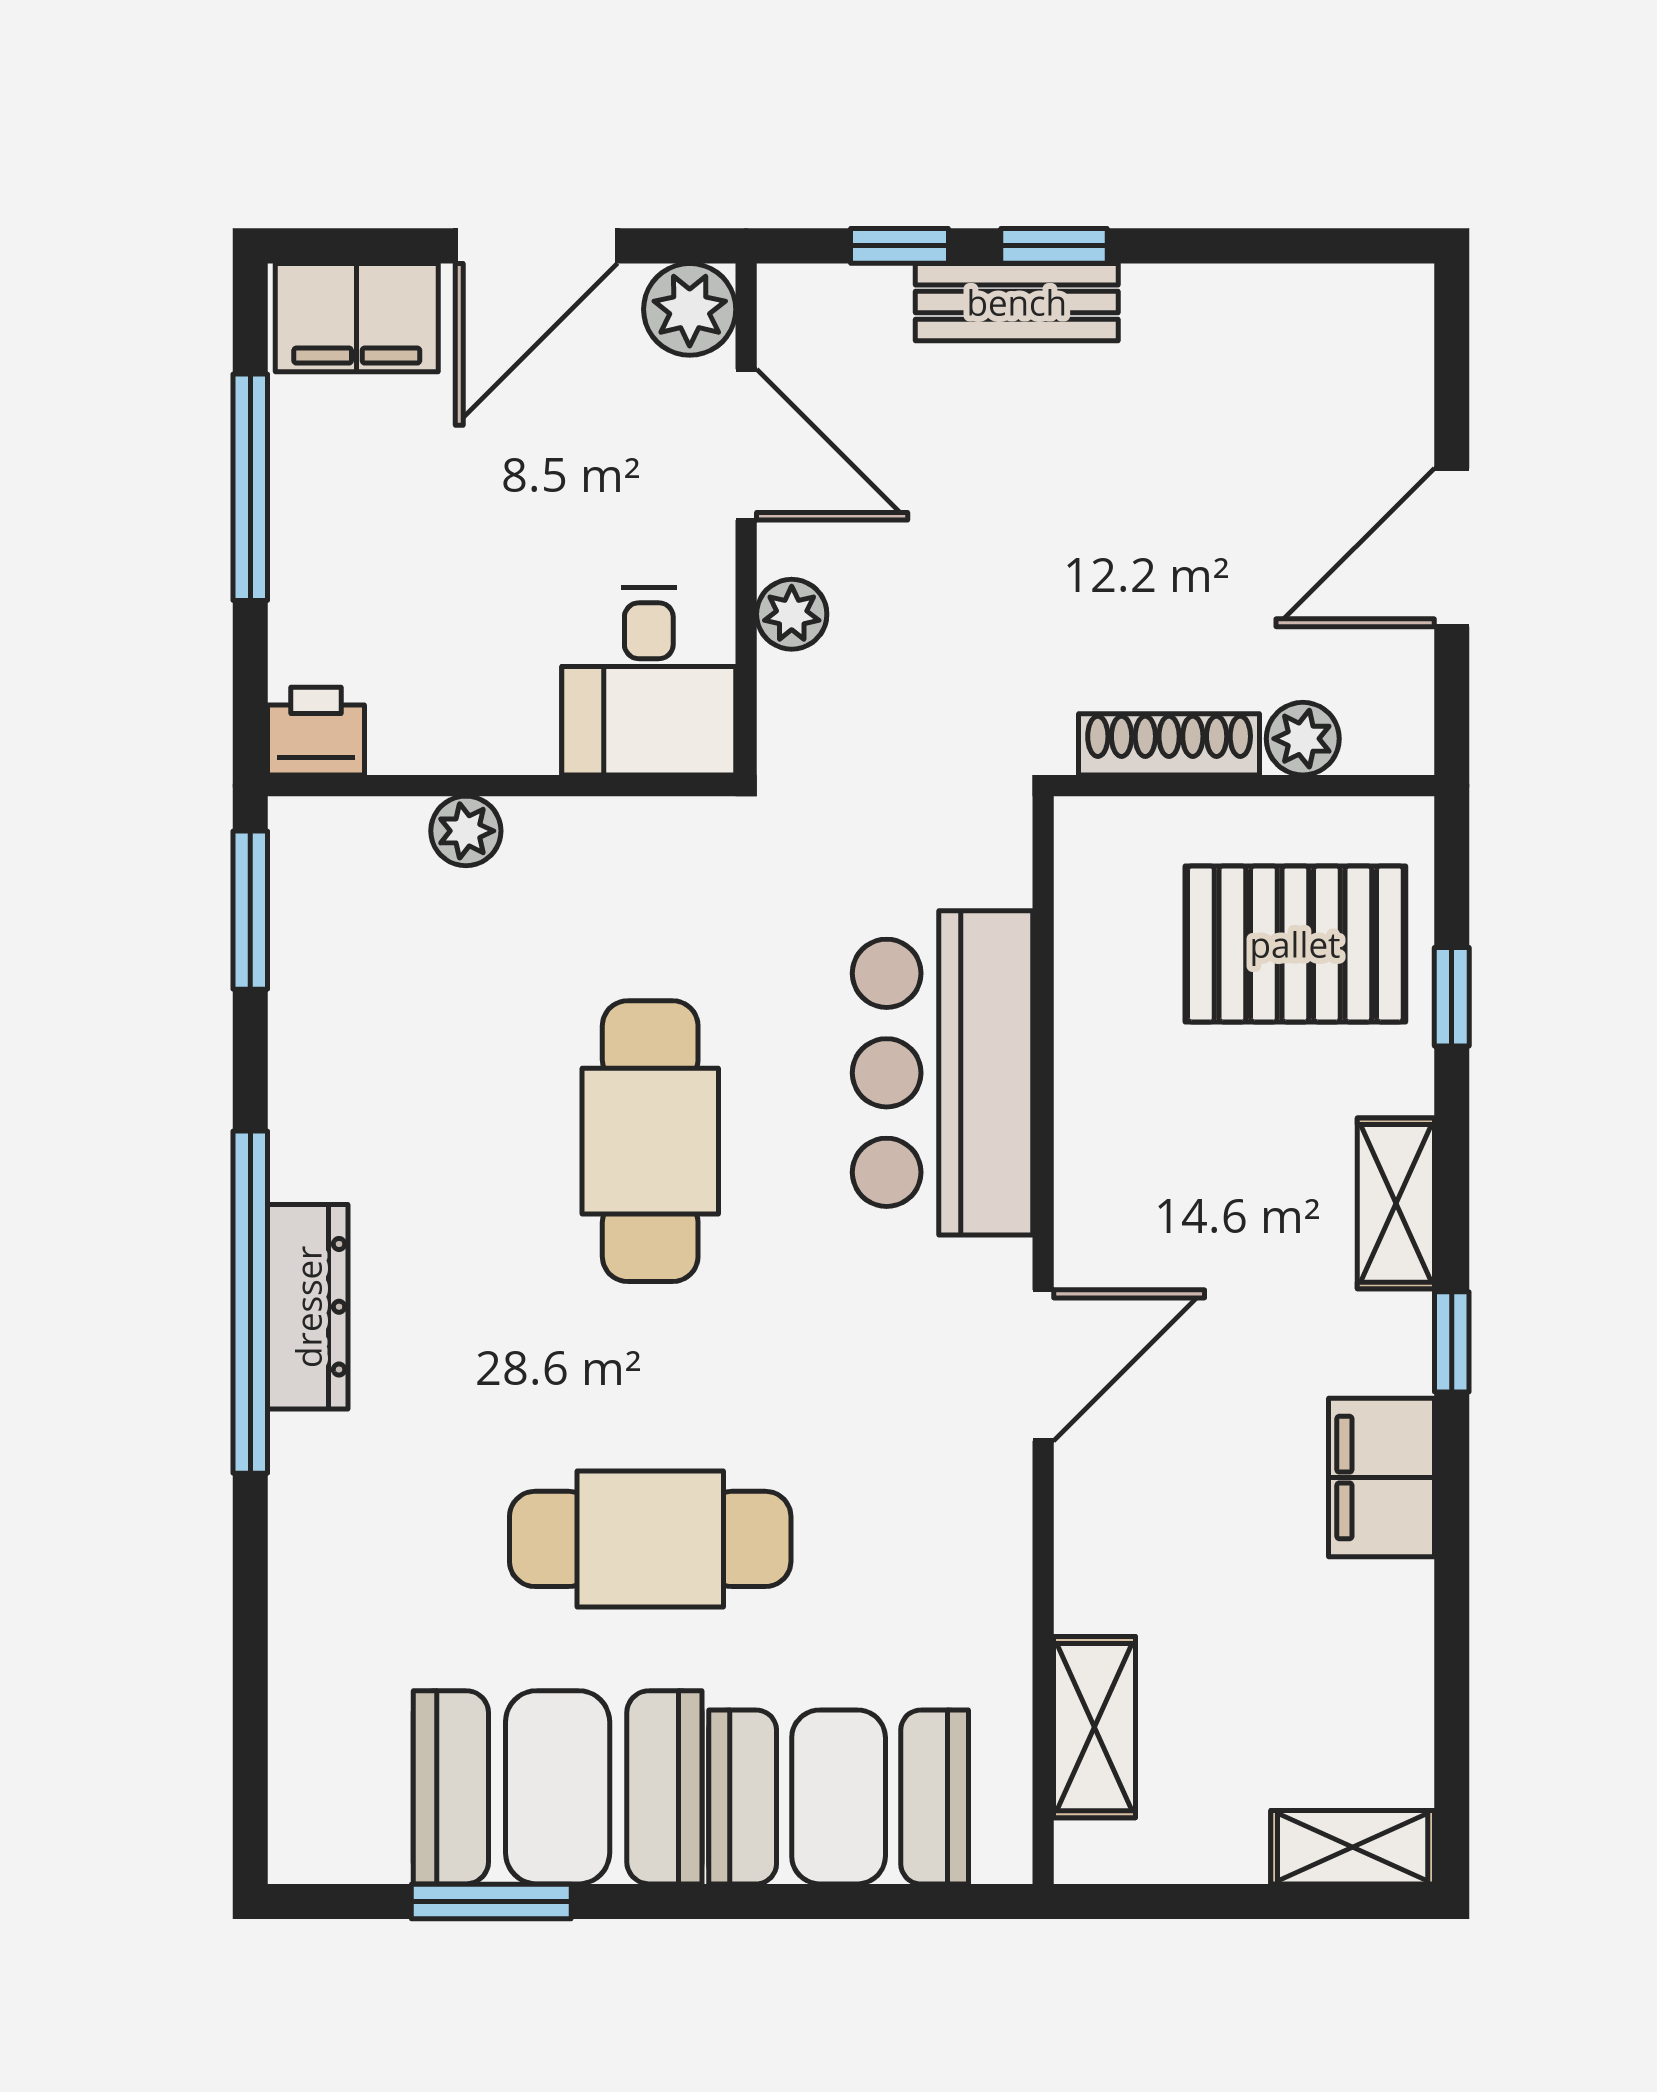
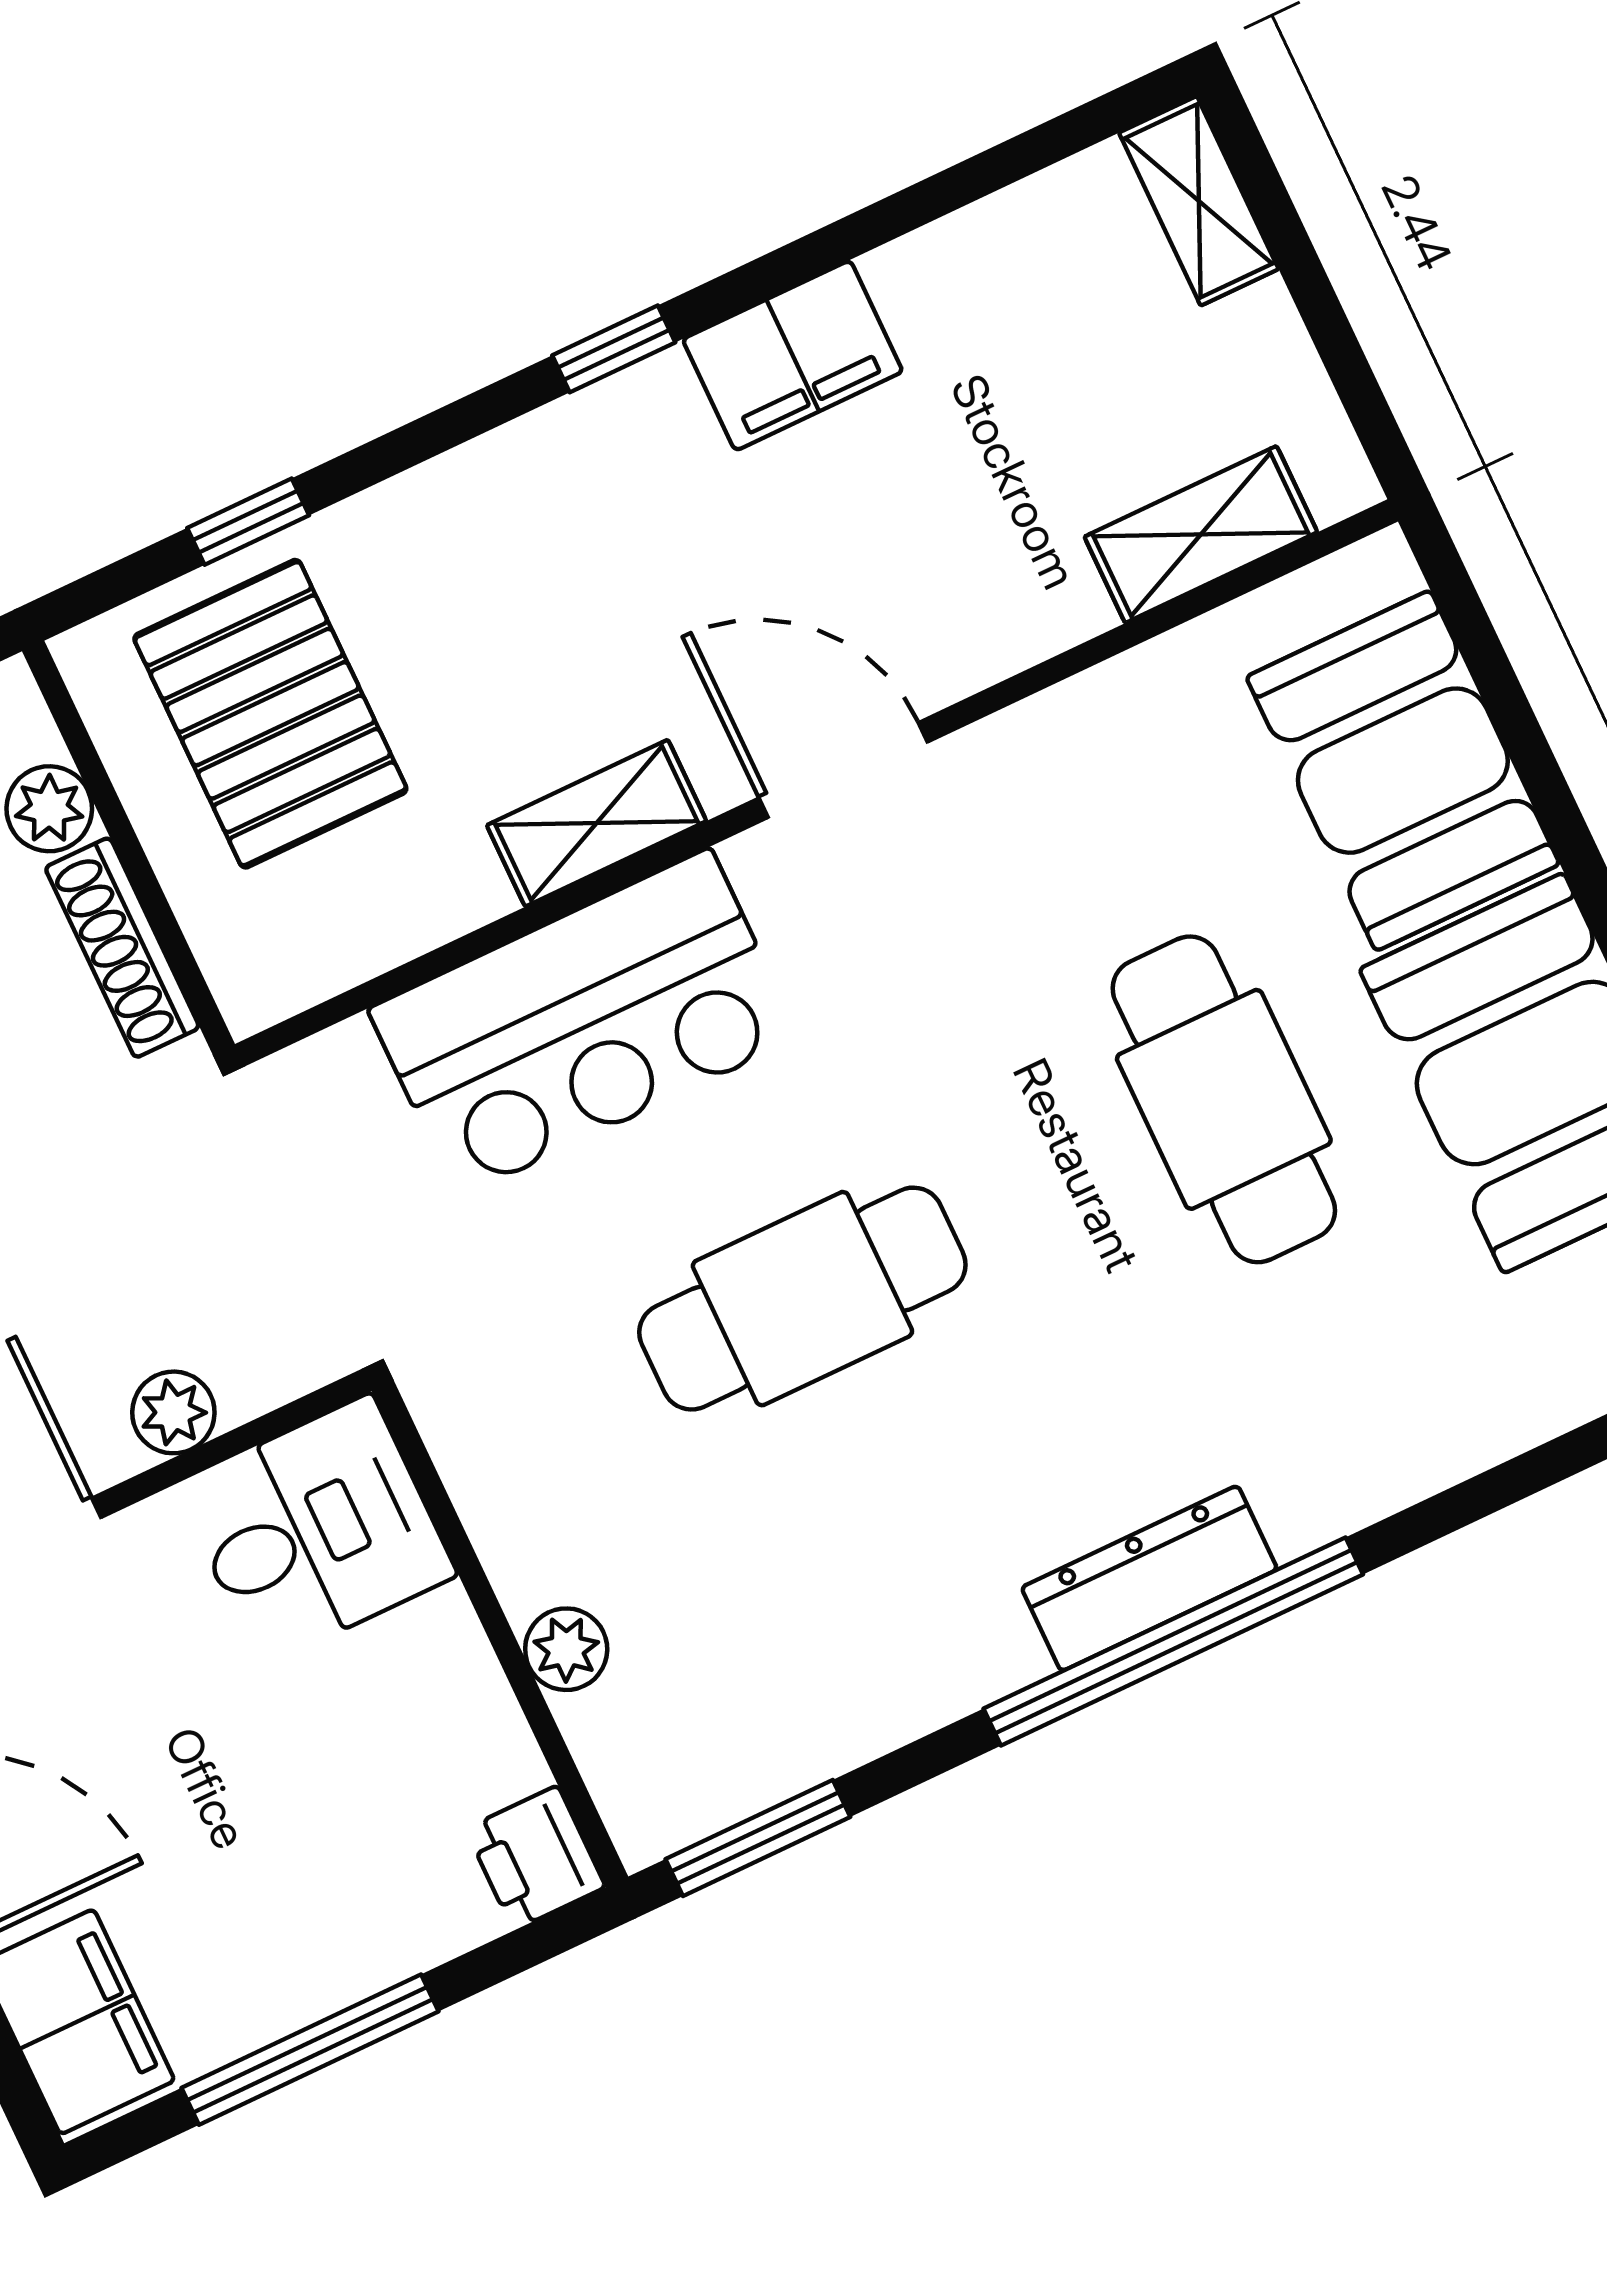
shelving: (1396, 1203) -> (597, 823), moved

